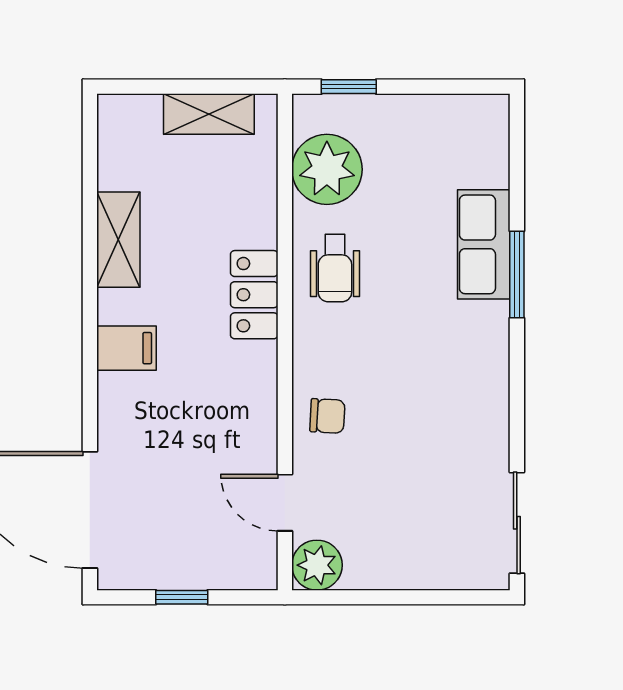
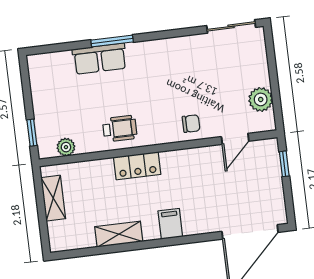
plant: (327, 169) -> (66, 147), width x0.53, depth x0.53
chair: (327, 416) -> (191, 124), turned 87
plant: (317, 565) -> (261, 99), moved
window: (182, 597) -> (284, 164), moved

